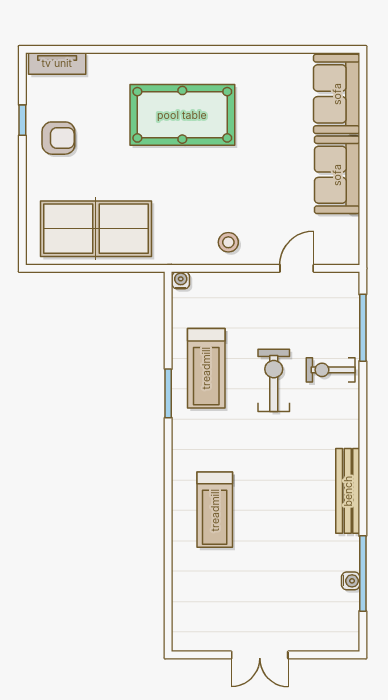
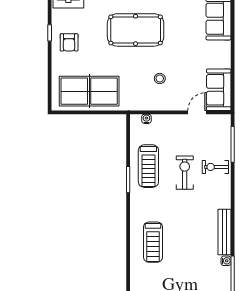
armchair: (58, 138) -> (69, 42), turned 90
sofa: (337, 175) -> (219, 90), moved
stool: (228, 242) -> (160, 79), moved
water cooler: (181, 280) -> (146, 119), moved
water cooler: (351, 581) -> (226, 261), moved

